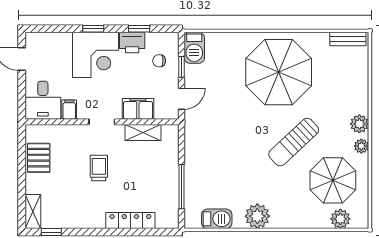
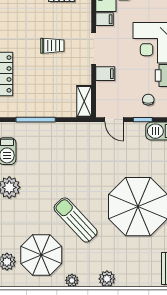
filing cabinet: (138, 109) -> (105, 74), width x0.50
doorway: (102, 122) -> (94, 49), width x1.38
plant: (359, 124) -> (107, 279), moved
shelving: (143, 132) -> (84, 101), moved

